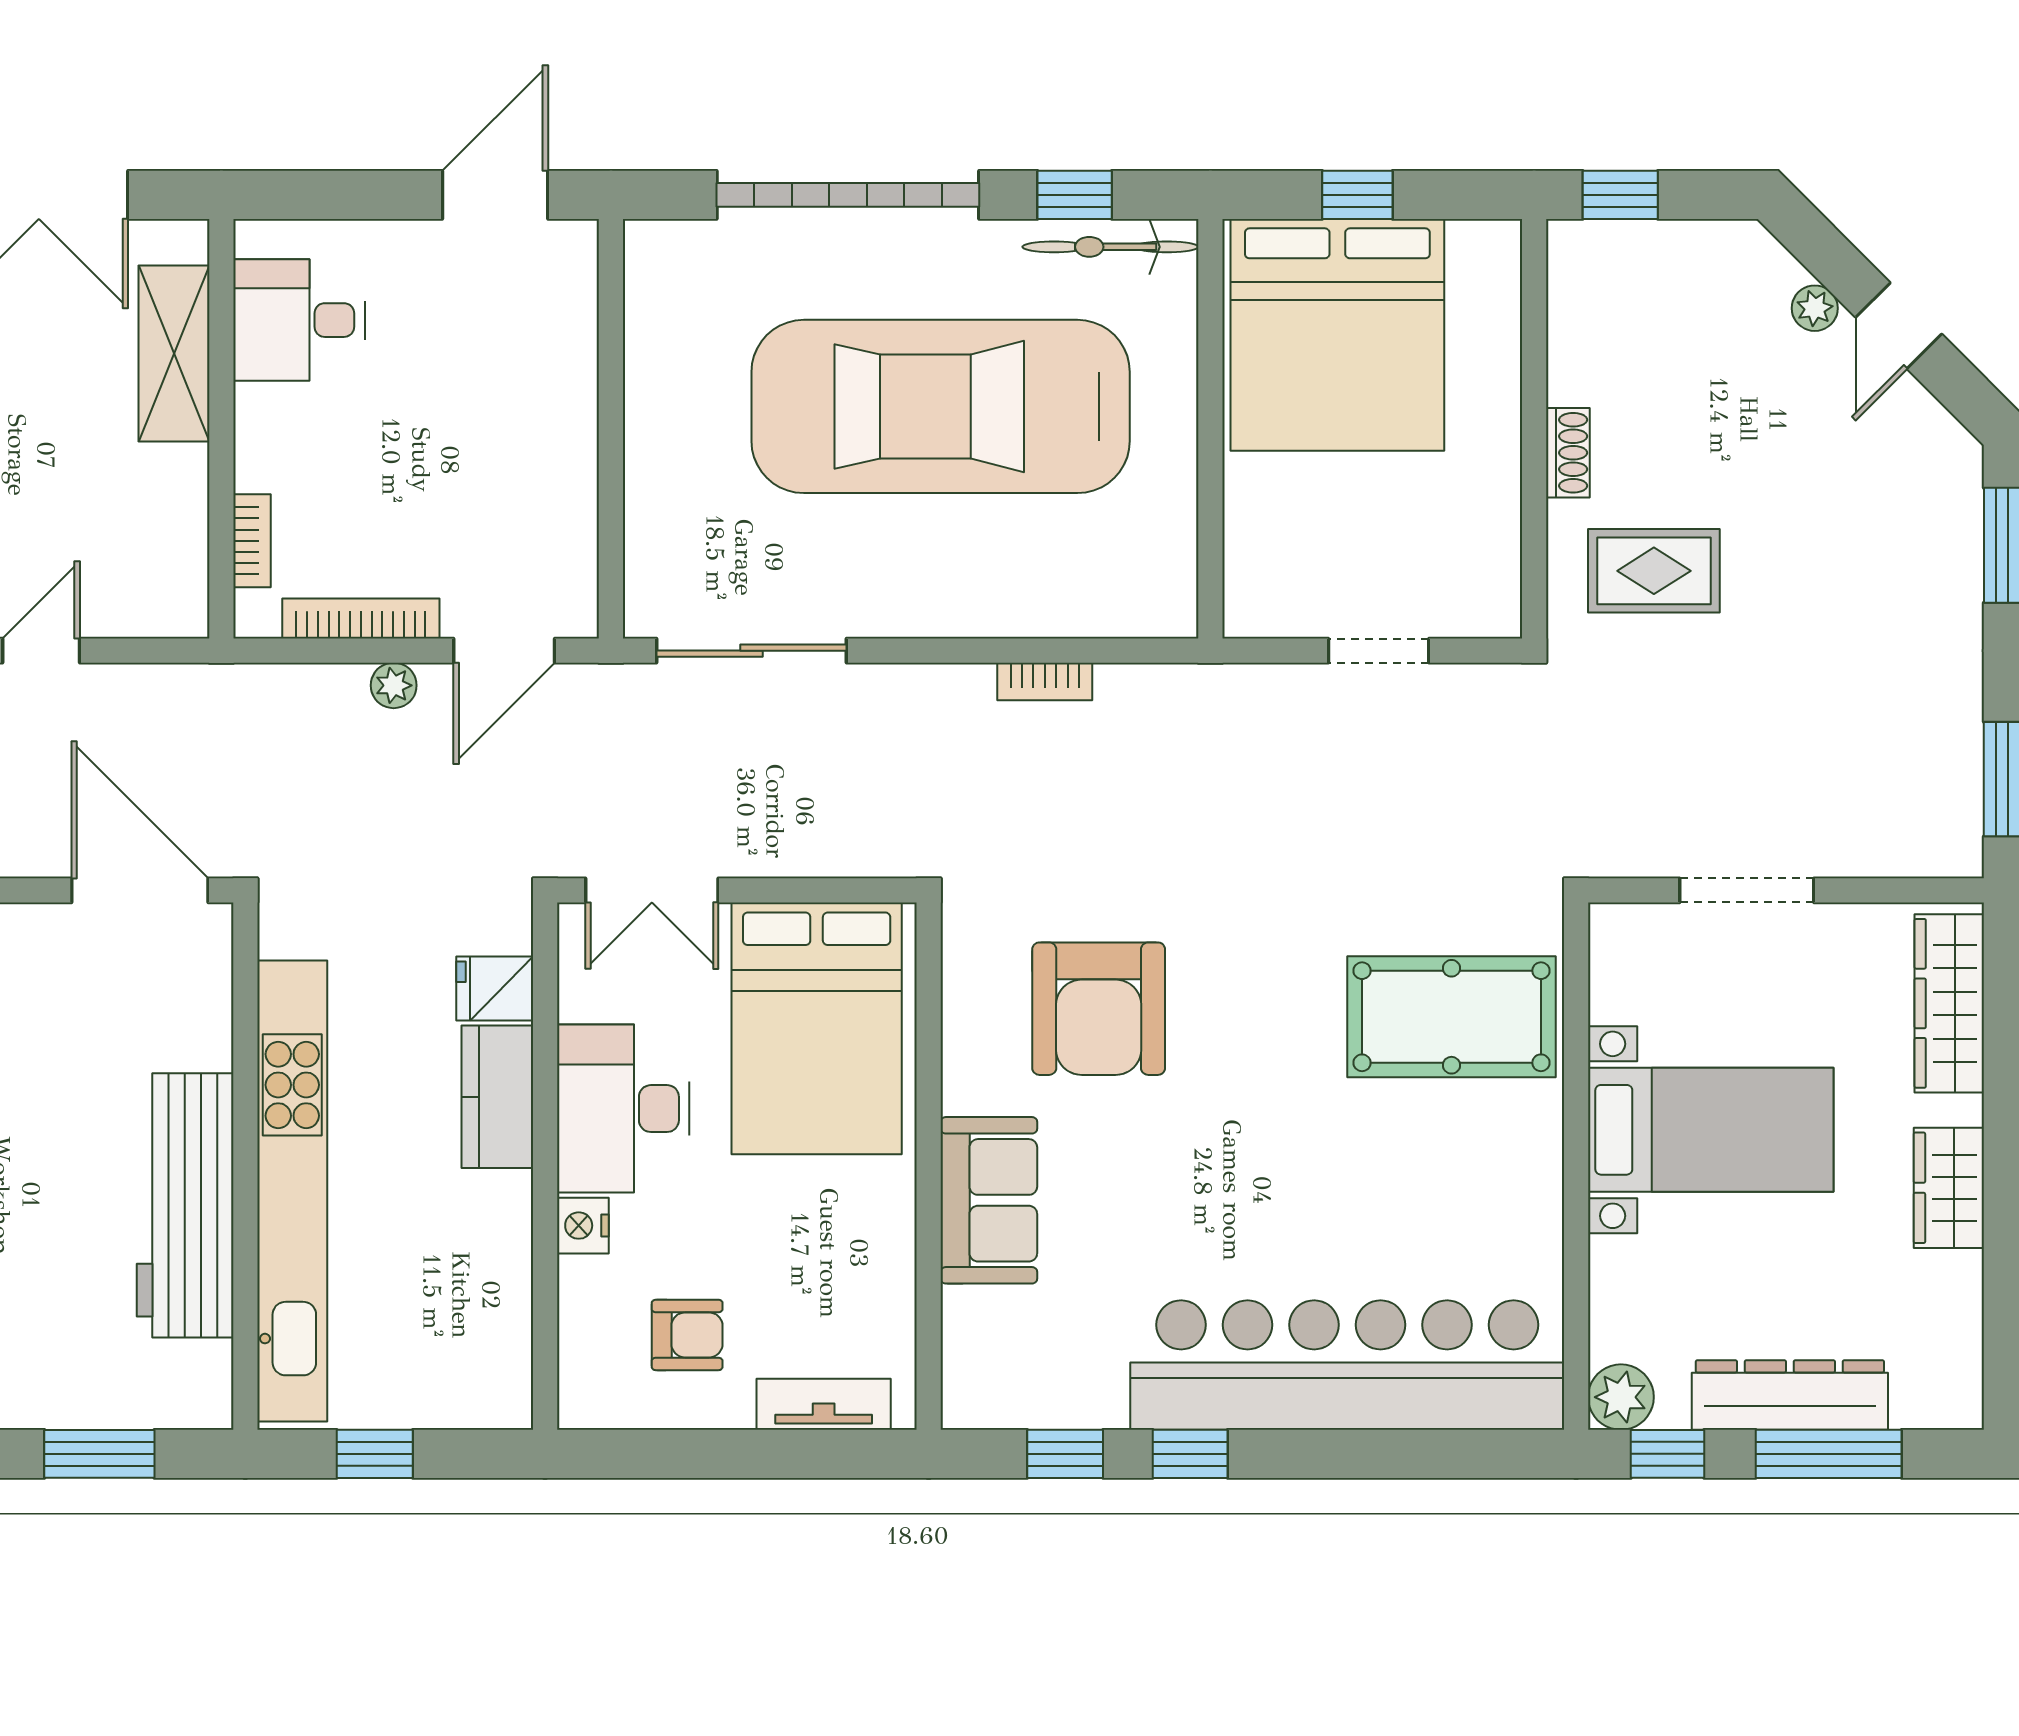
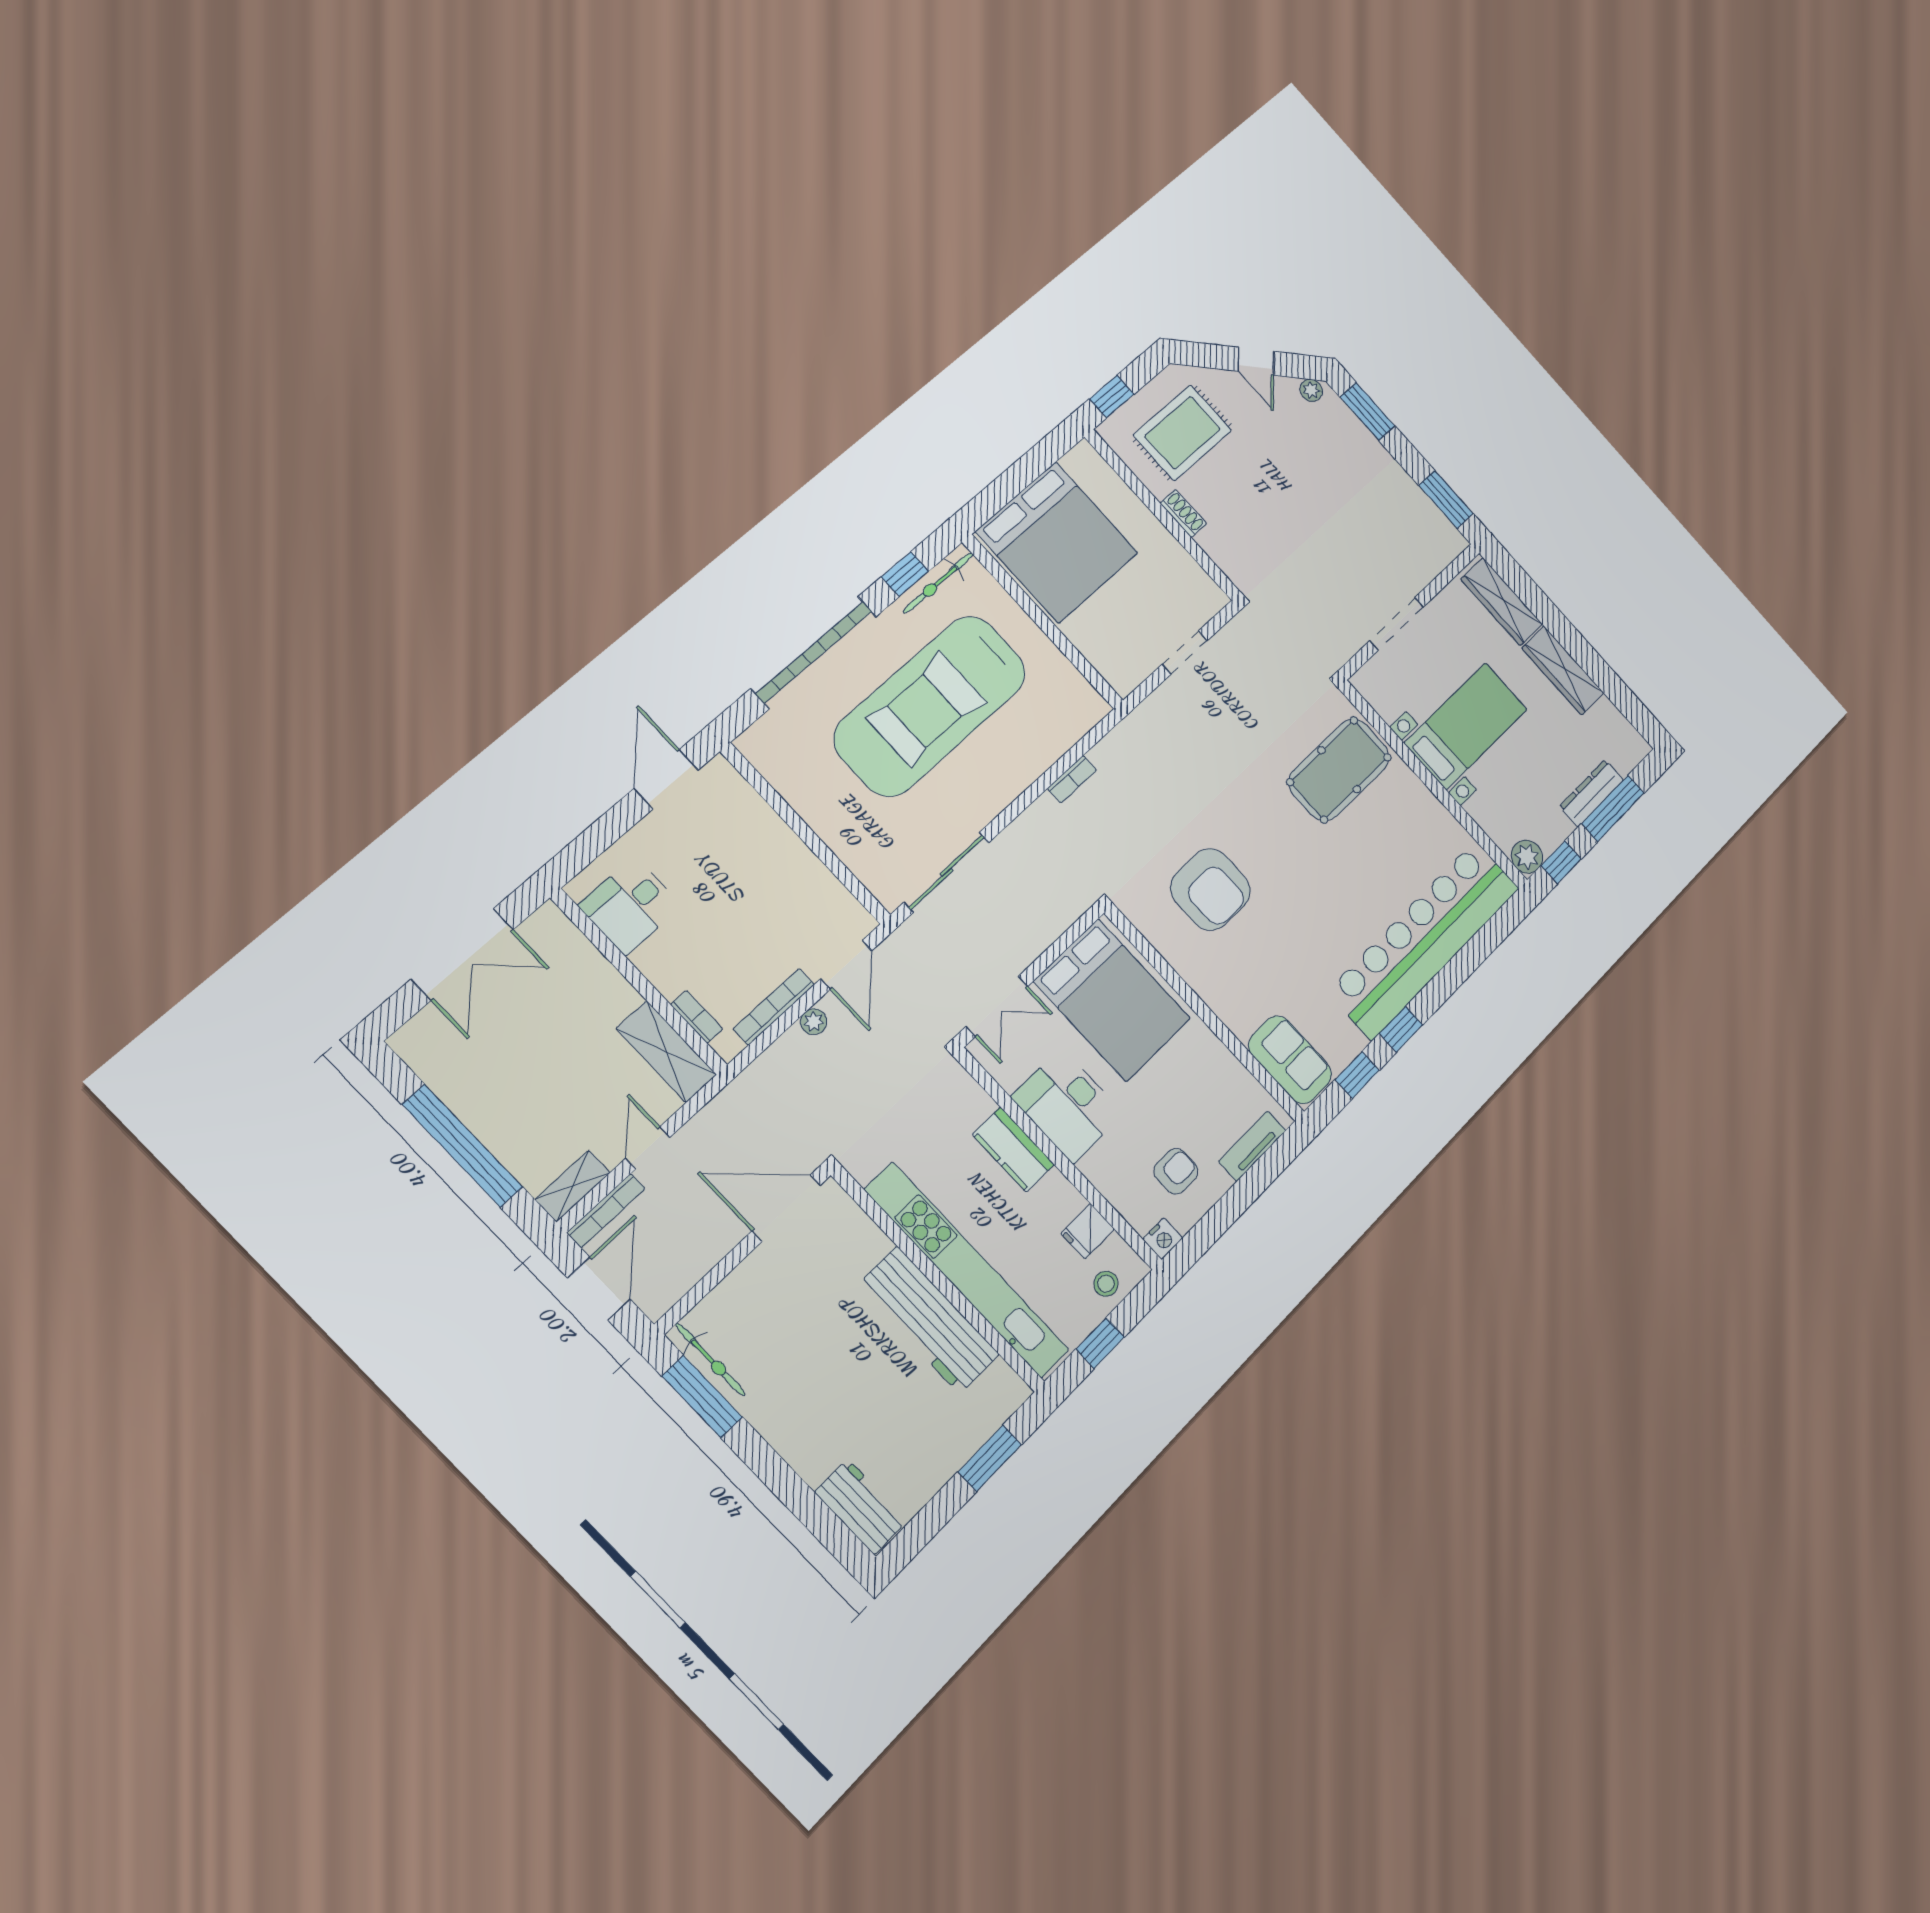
window: (1357, 195) -> (1014, 480), removed
plant: (1815, 308) -> (1311, 390), moved
shelving: (174, 353) -> (666, 1052), moved
rug: (1654, 571) -> (1182, 433), moved, width x1.36, depth x1.43
fridge: (495, 988) -> (1088, 1231), moved
wardrobe: (1949, 1188) -> (1563, 670), width x1.50
sofa: (989, 1200) -> (1290, 1060), moved
nightstand: (583, 1226) -> (1163, 1239), moved, turned -90
stool: (455, 1387) -> (1106, 1284), added
dresser: (1790, 1395) -> (1592, 793), width x0.73, depth x0.80

